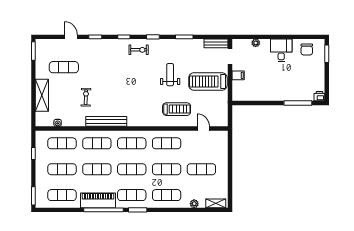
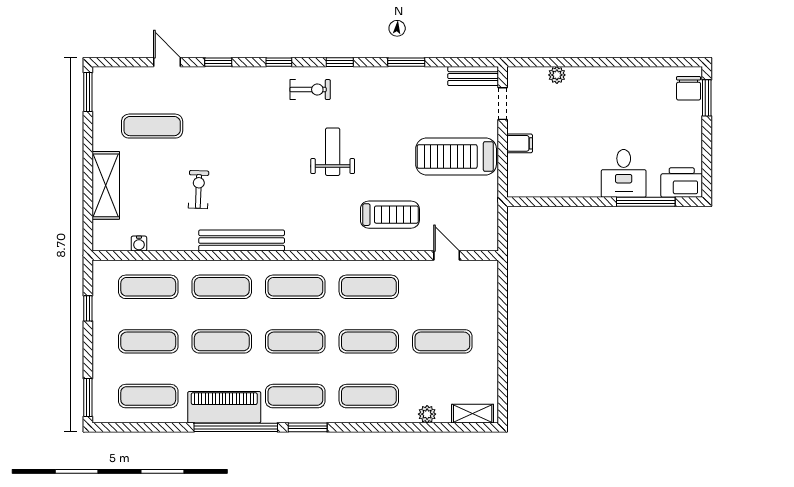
chair: (307, 49) -> (689, 88), moved
desk: (281, 50) -> (624, 173), moved, turned 180
weight bench: (170, 75) -> (333, 152), moved
printer: (319, 96) -> (682, 183), width x1.87, depth x1.48

